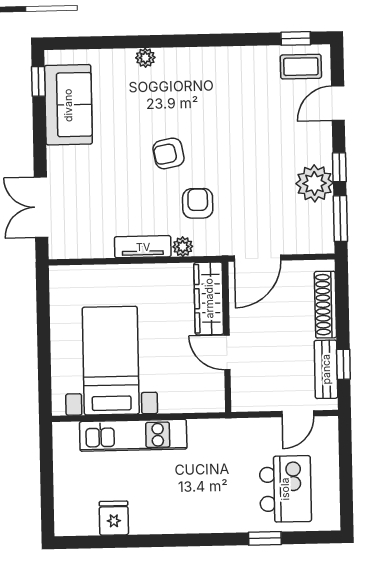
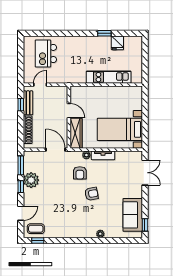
door: (257, 258) -> (56, 150), hinge flipped
bed with nightstands: (111, 361) -> (120, 129), moved, turned 90
window: (265, 538) -> (104, 33), moved

